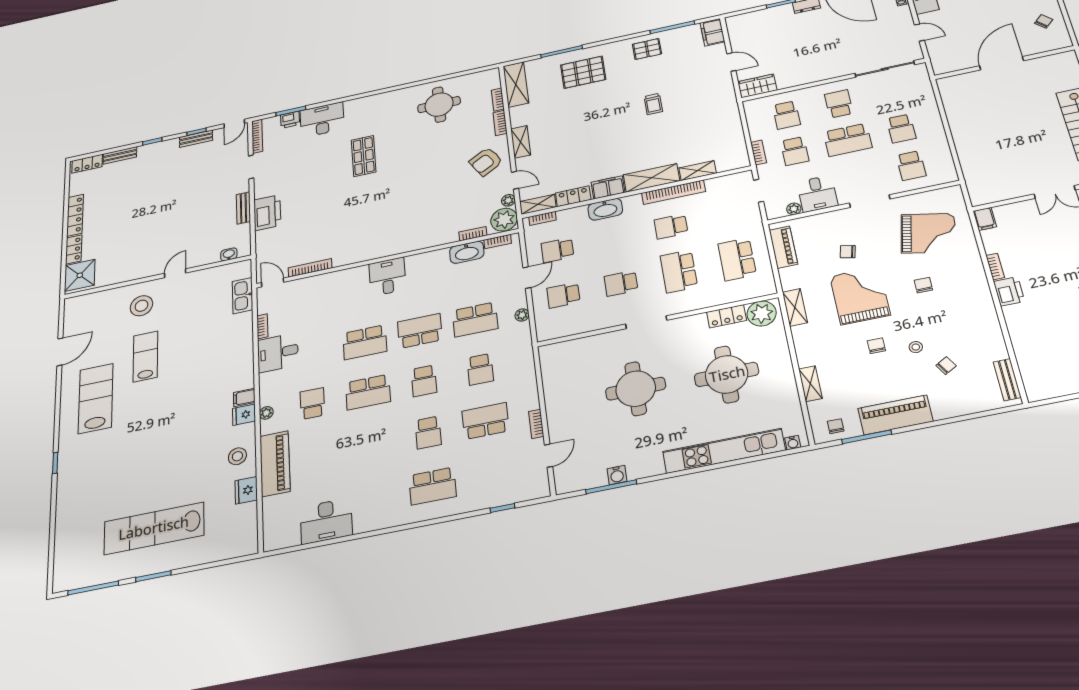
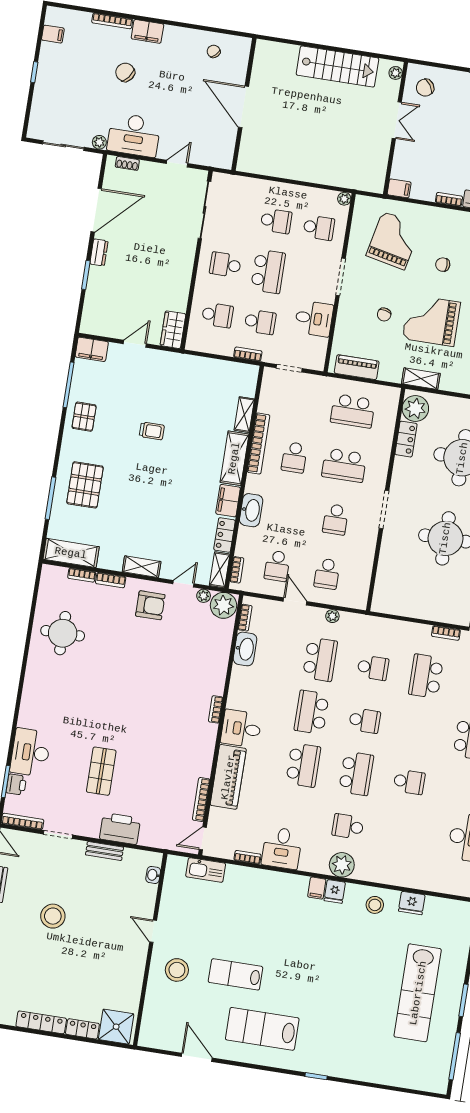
shop shelf: (364, 156) -> (101, 771), moved, turned 90
armchair: (486, 162) -> (150, 605), turned -59
stool: (175, 190) -> (53, 916), added
plant: (794, 209) -> (344, 199), moved
bookcase: (473, 234) -> (216, 709), moved
plant: (266, 413) -> (342, 865), width x1.88, depth x1.88
school desk: (428, 432) -> (409, 782), moved
piano: (275, 464) -> (228, 777), moved, turned 90

